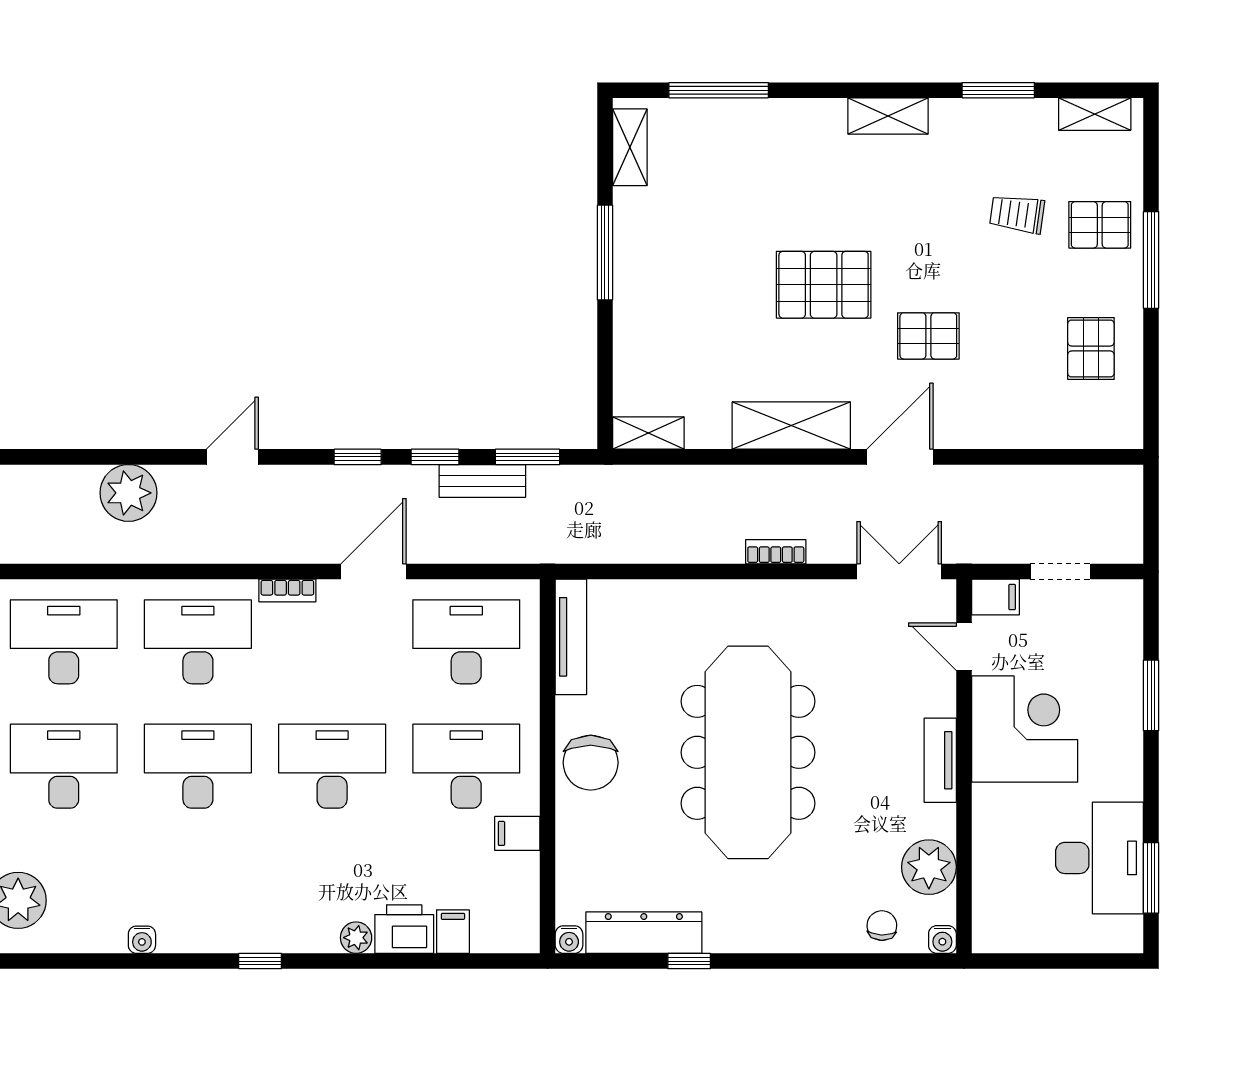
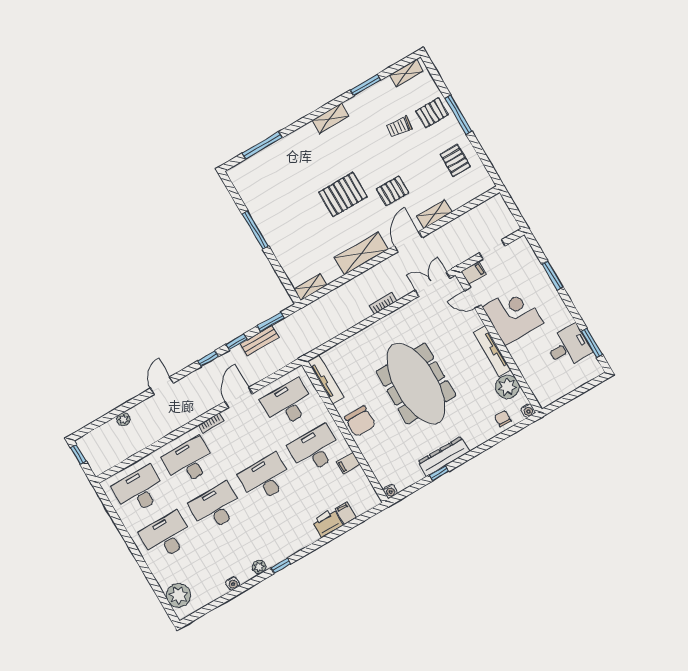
shelving: (630, 147) -> (434, 214), moved, turned 90
plant: (128, 493) -> (124, 419), width x0.53, depth x0.53
tv unit: (940, 760) -> (492, 351), width x1.41
desk: (1100, 858) -> (568, 347), width x0.73
dresser: (644, 933) -> (444, 457), moved
plant: (356, 938) -> (259, 567), moved

